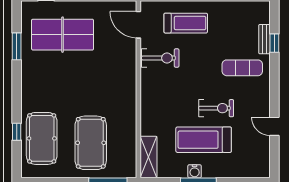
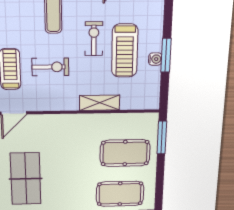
exercise bike: (160, 58) -> (50, 67), moved, turned 90
shelving: (148, 157) -> (99, 103), moved

